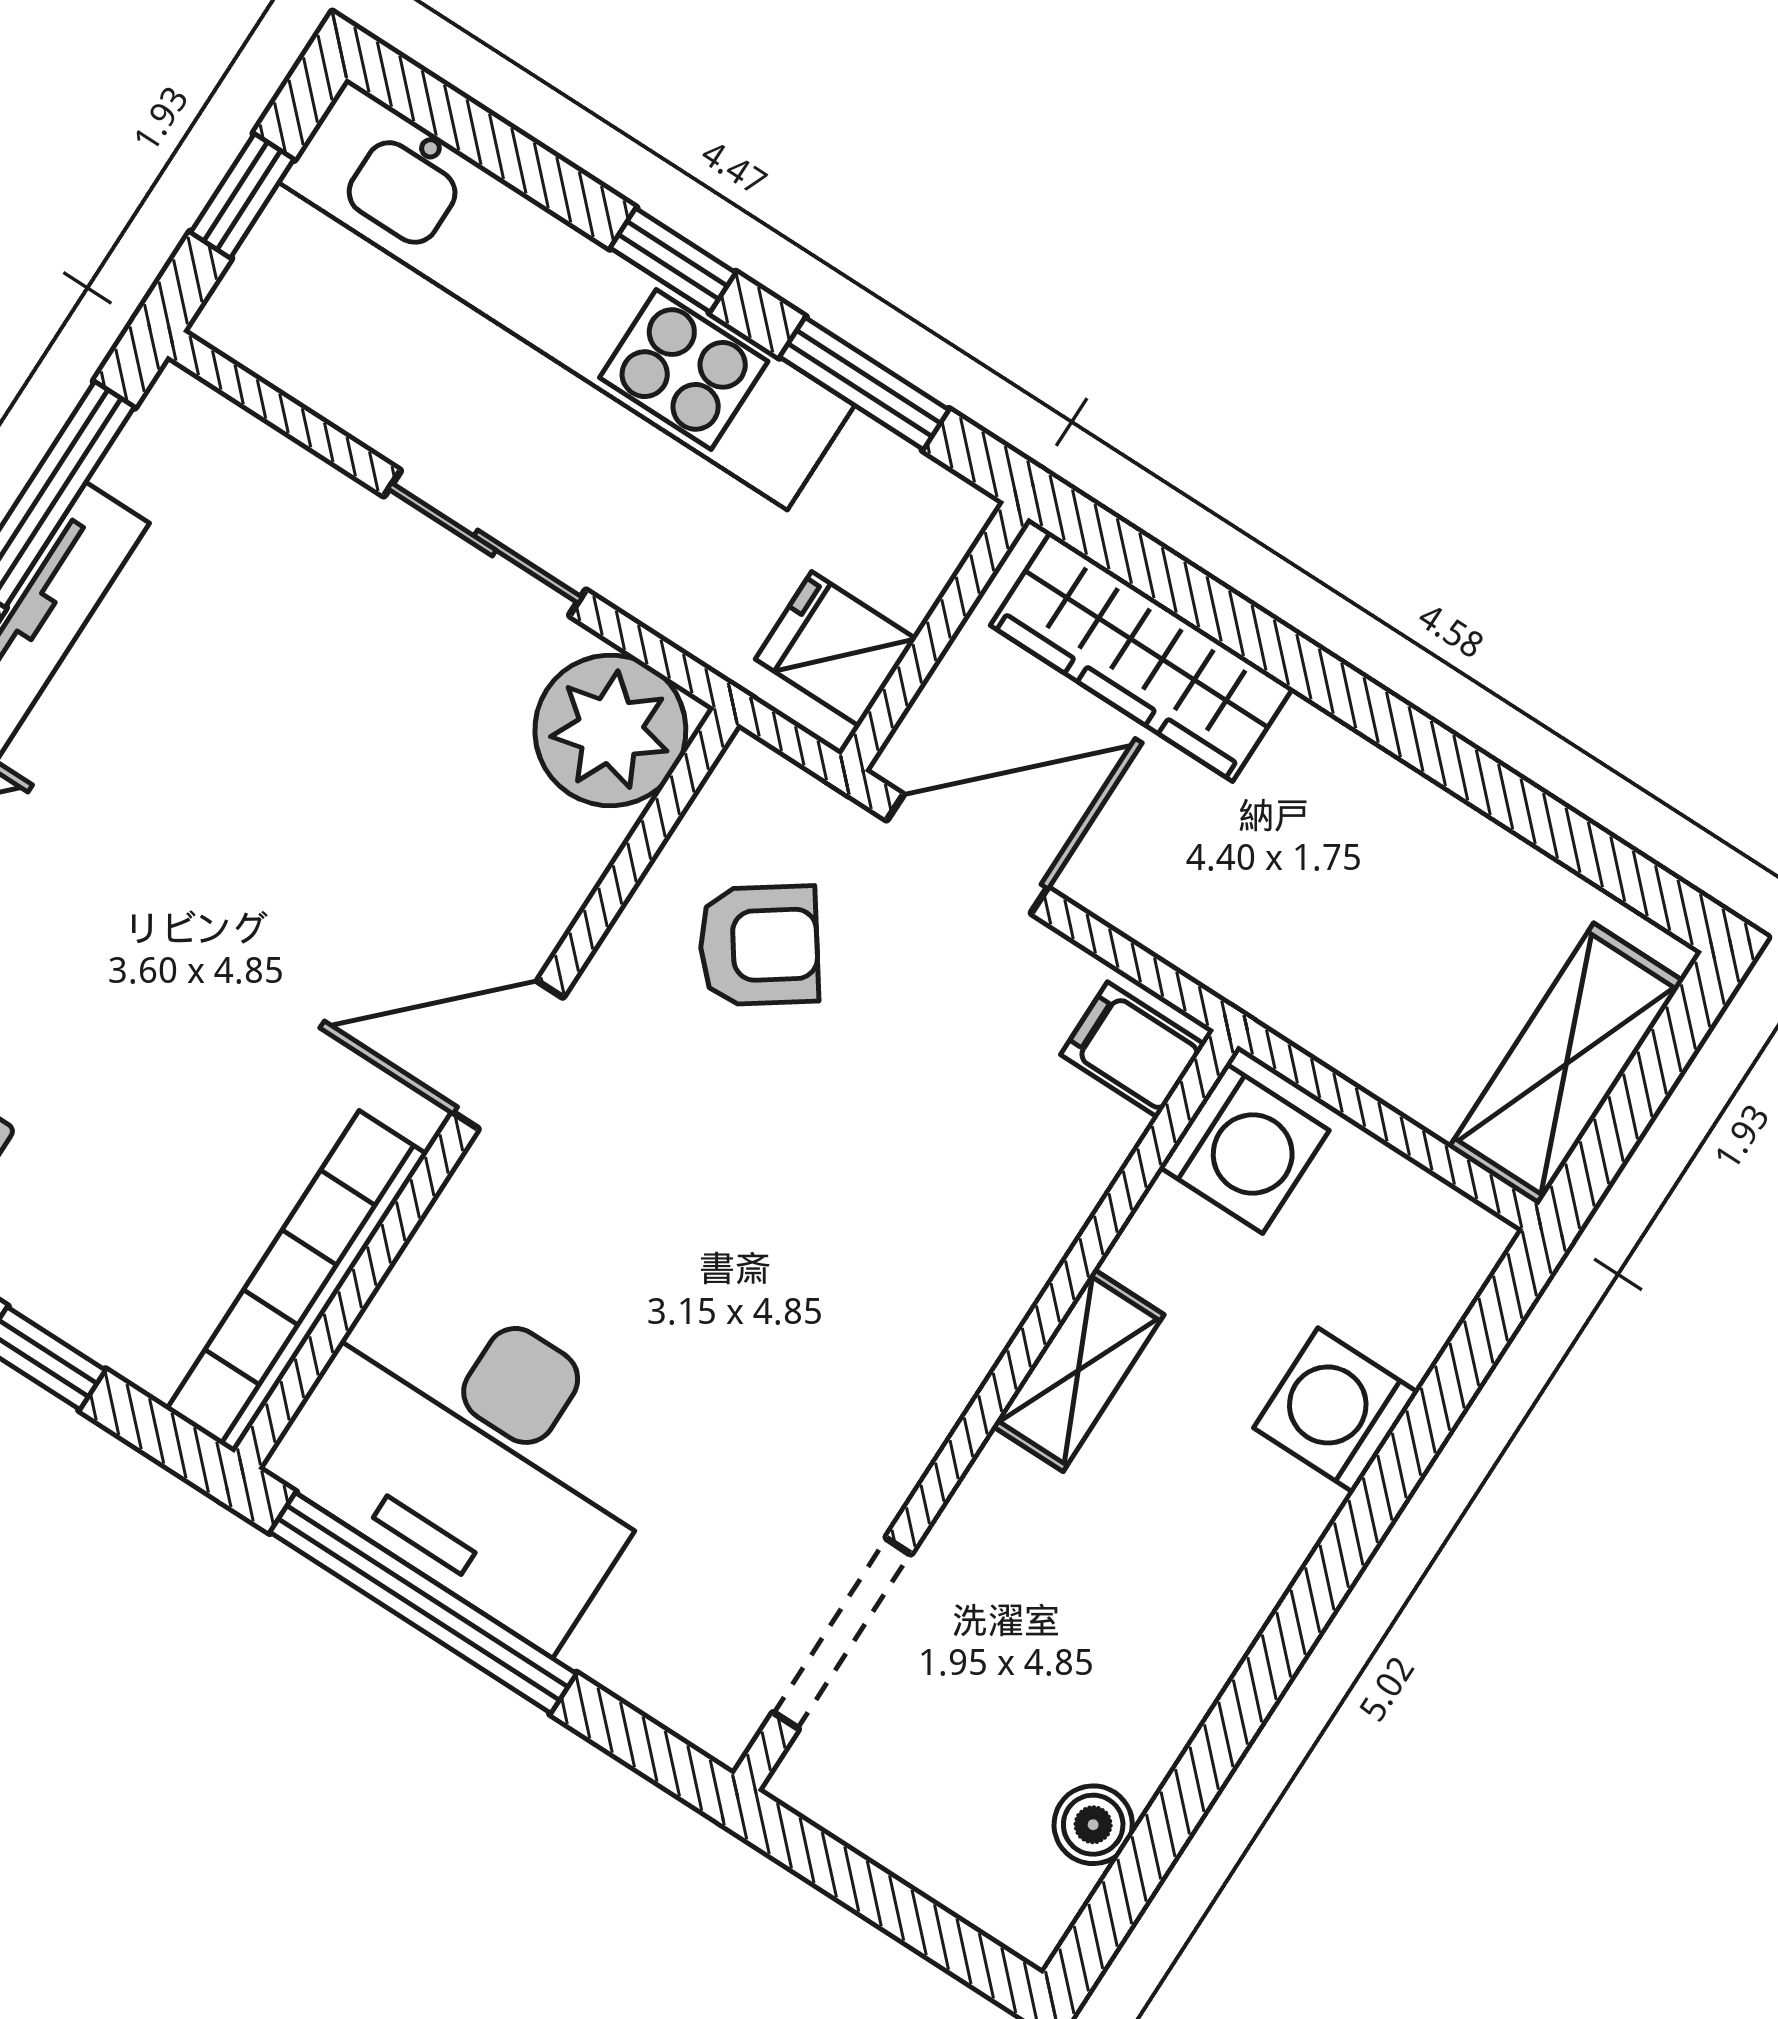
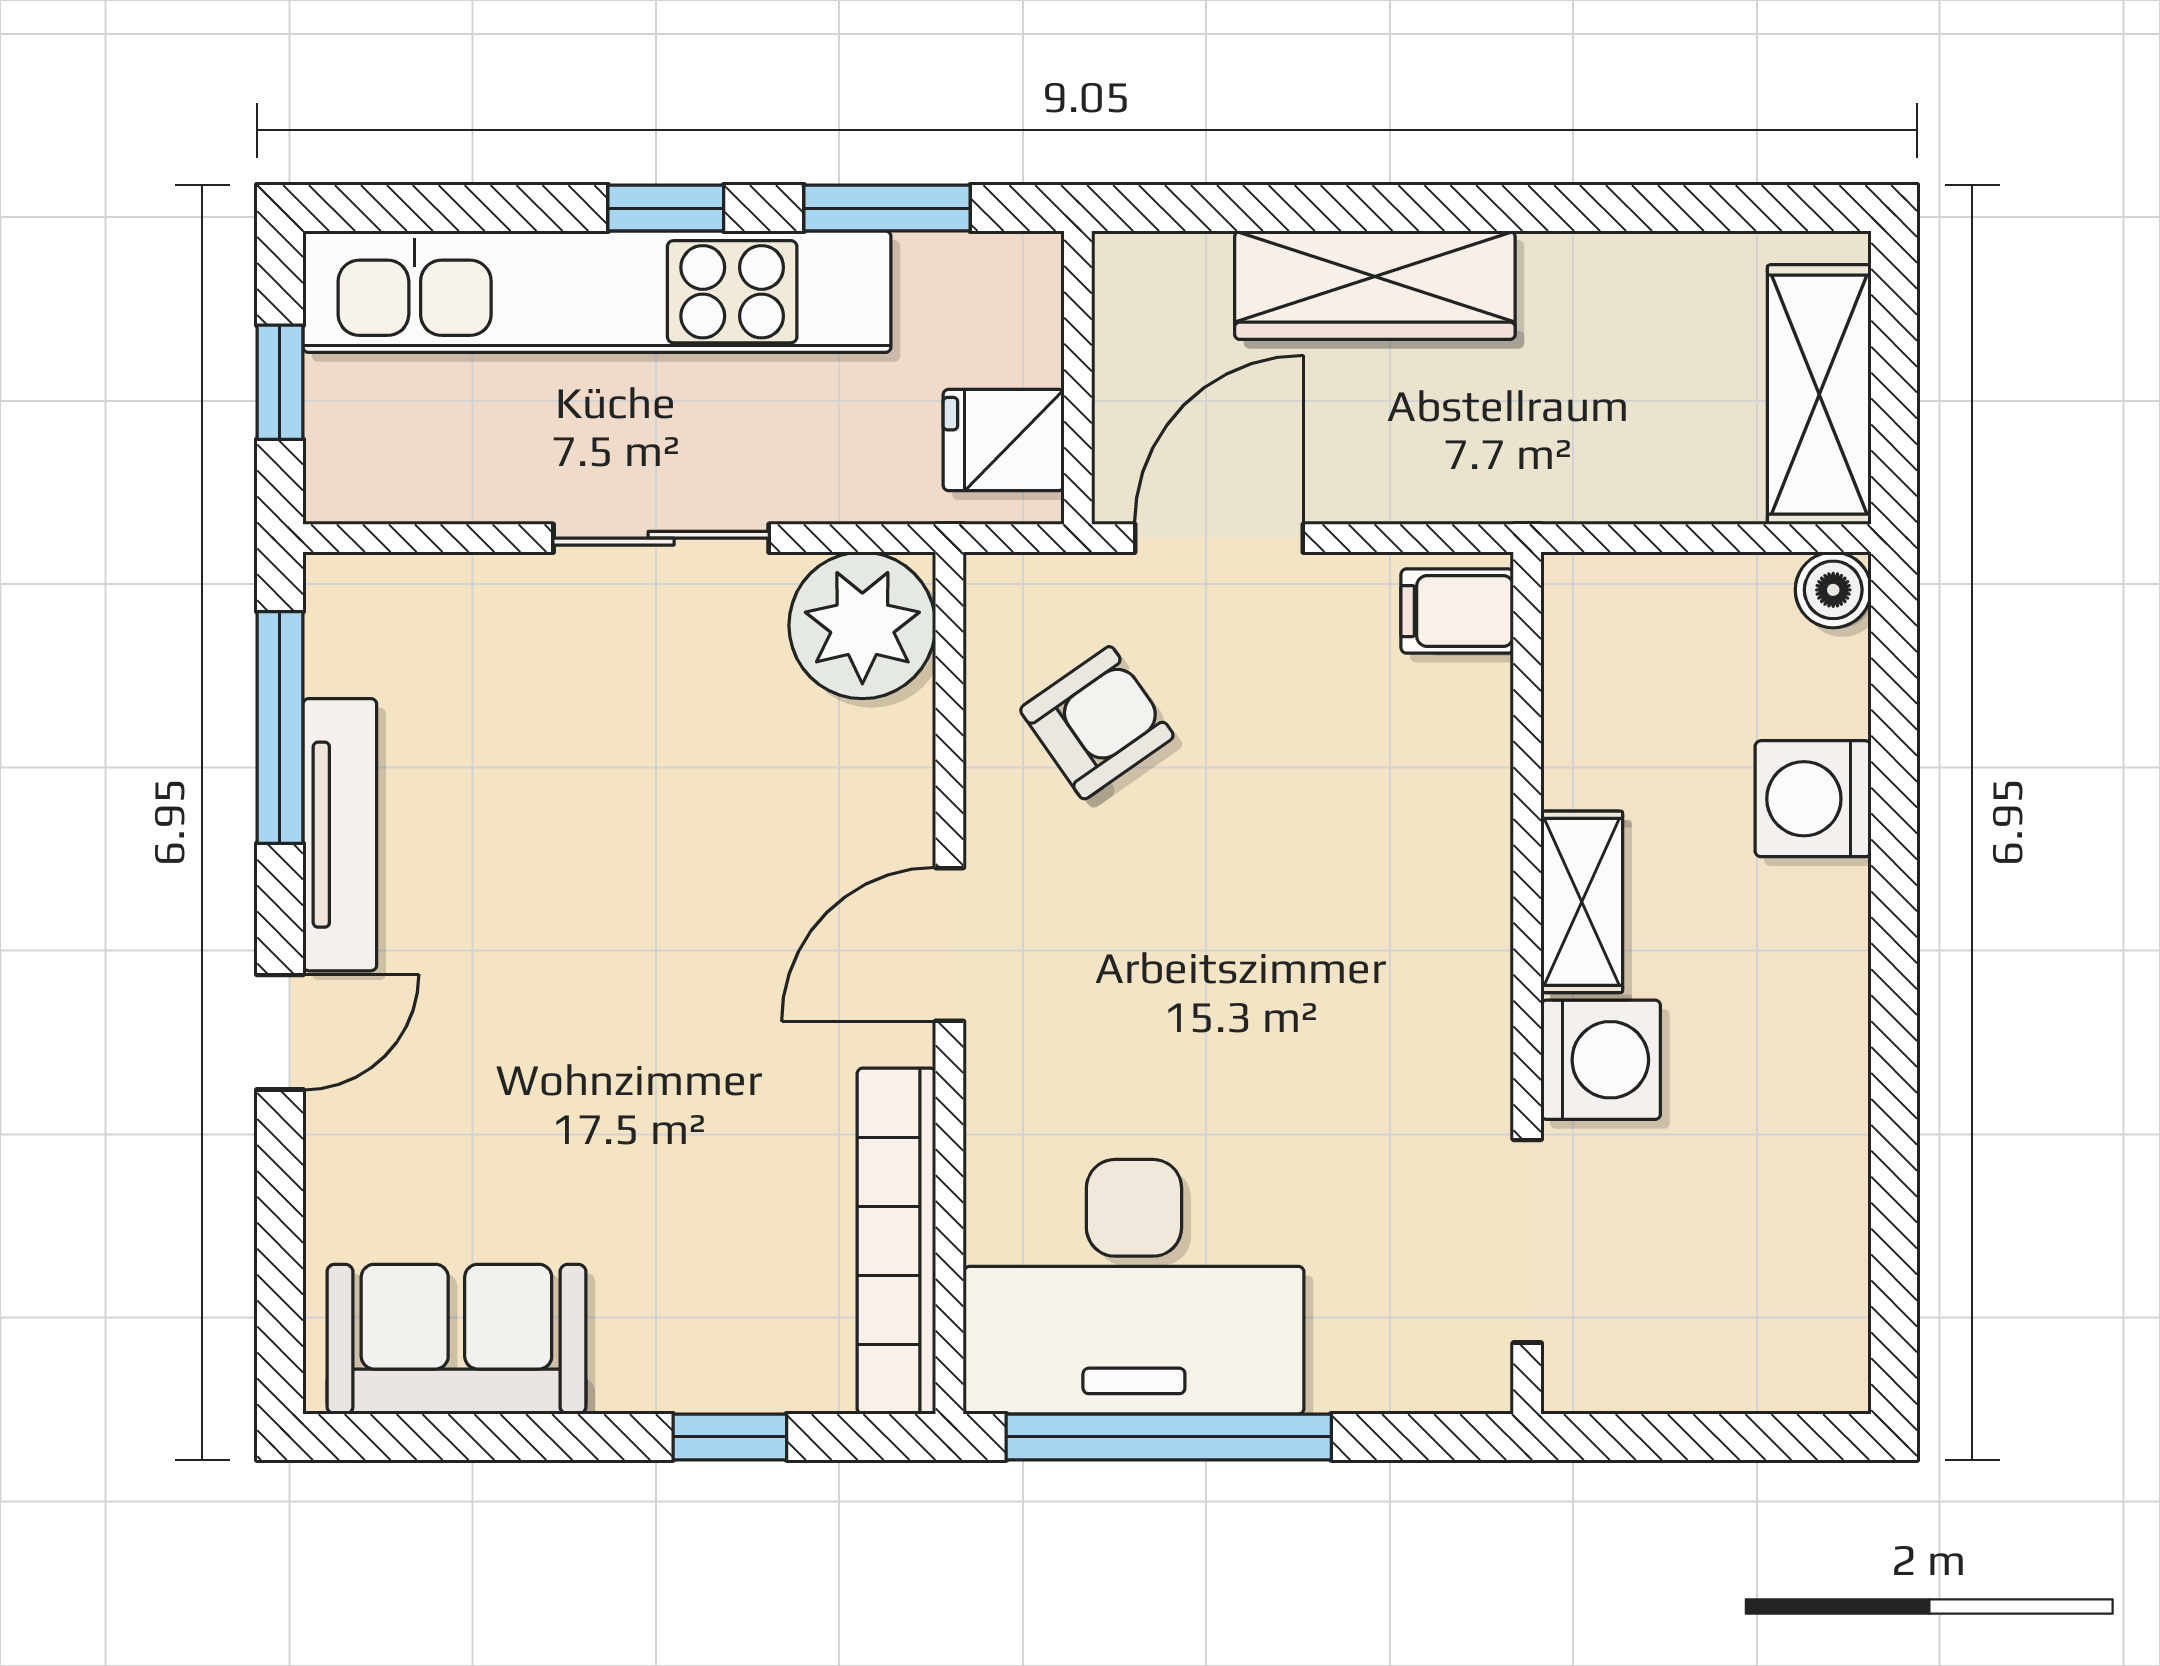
wardrobe: (1142, 657) -> (1375, 285), moved
washing machine: (1244, 1149) -> (1601, 1060), moved
boiler: (1093, 1825) -> (1833, 590), moved

